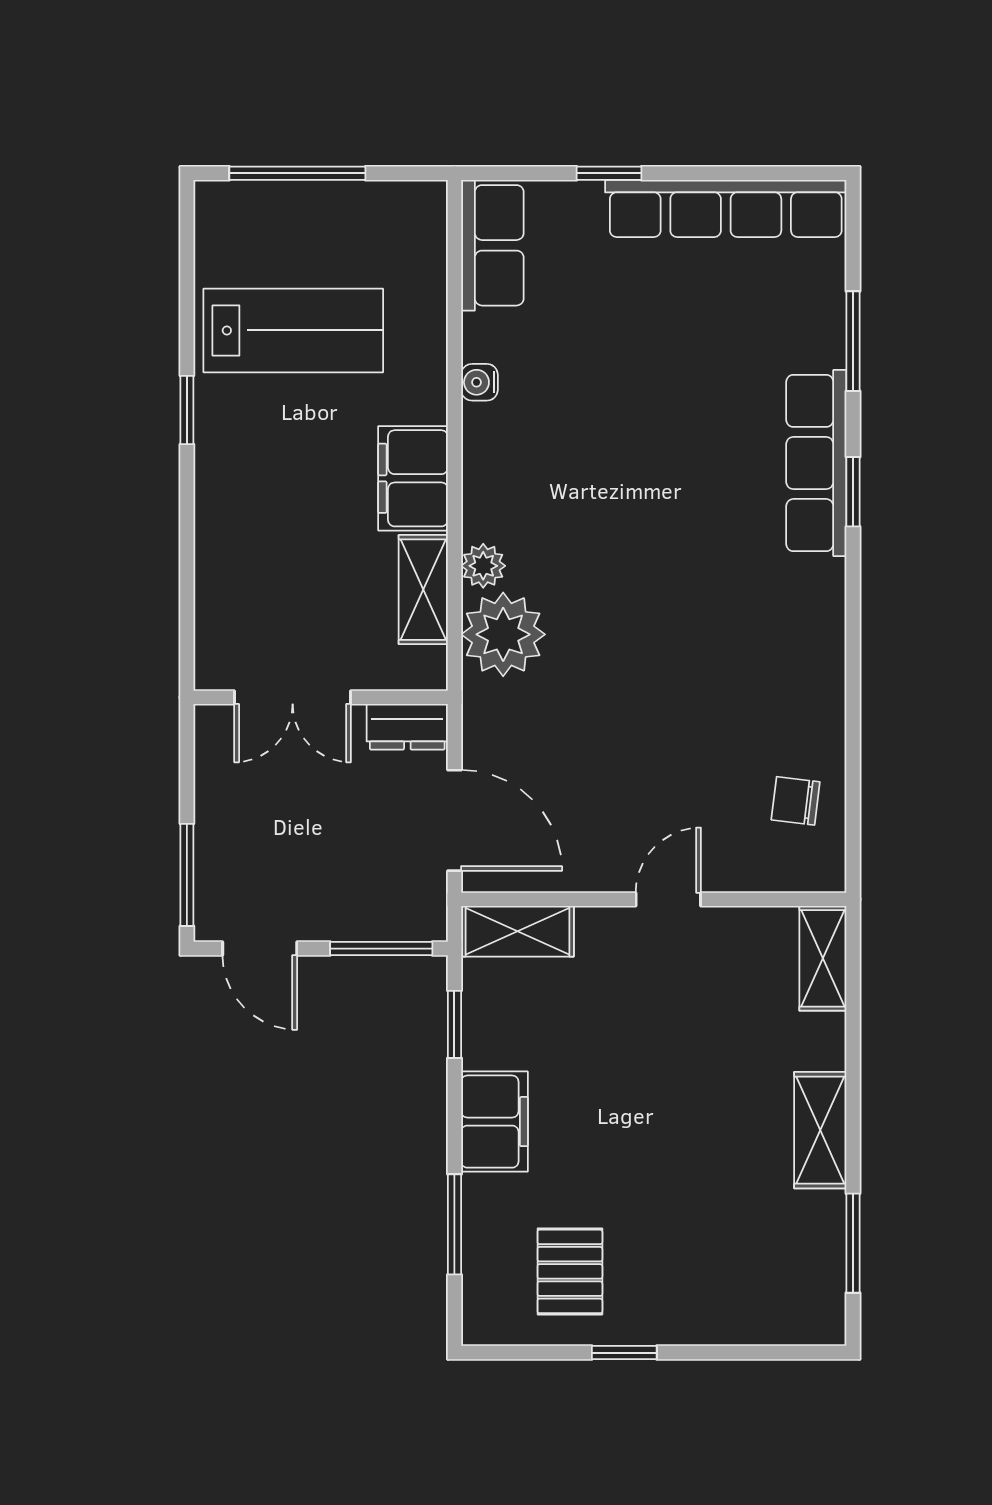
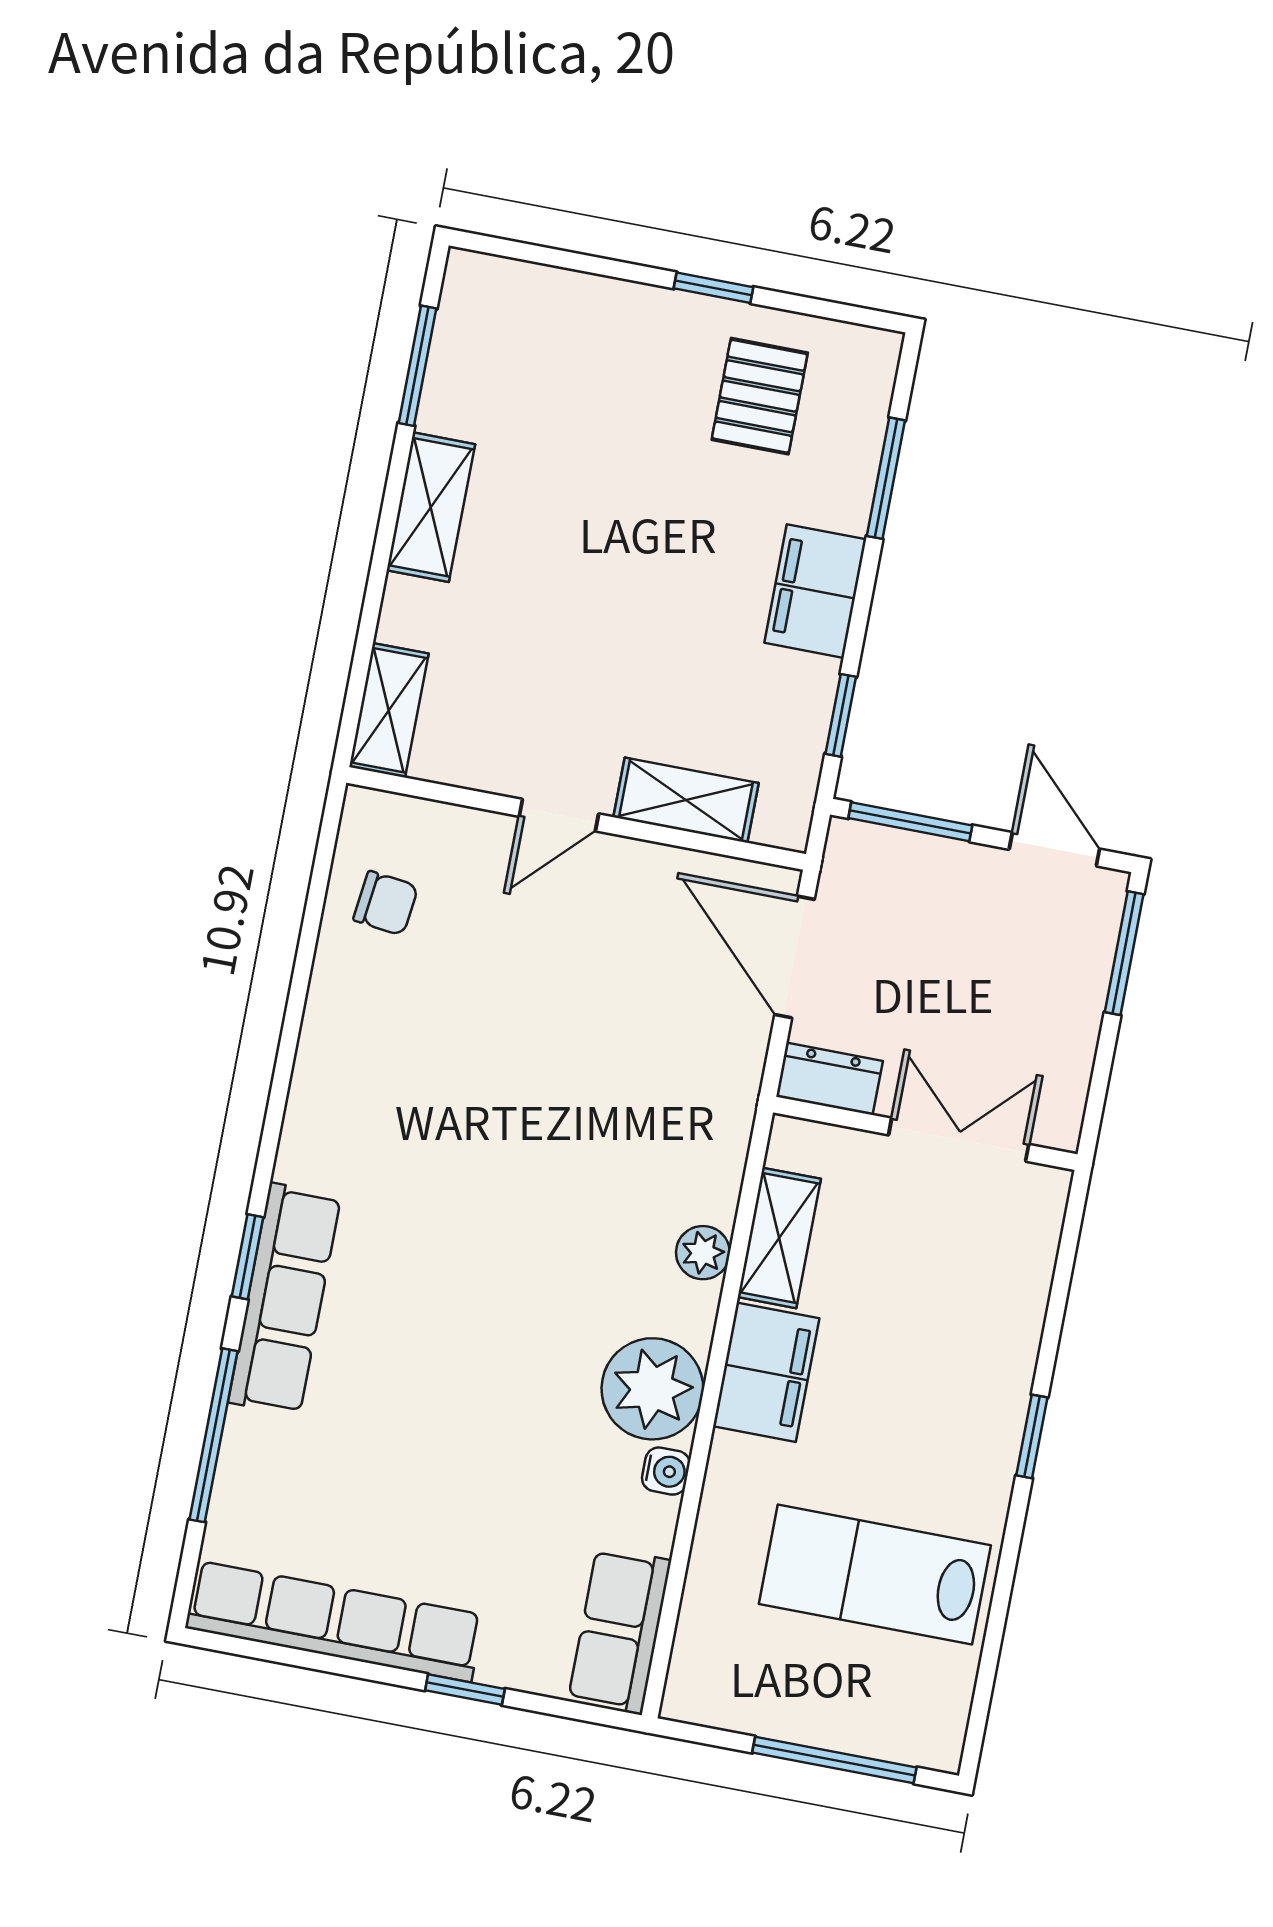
window: (853, 341) -> (214, 1435), width x1.44
window: (187, 410) -> (1032, 1436), moved
plant: (503, 634) -> (652, 1389), moved
shelving: (517, 931) -> (686, 800), moved

